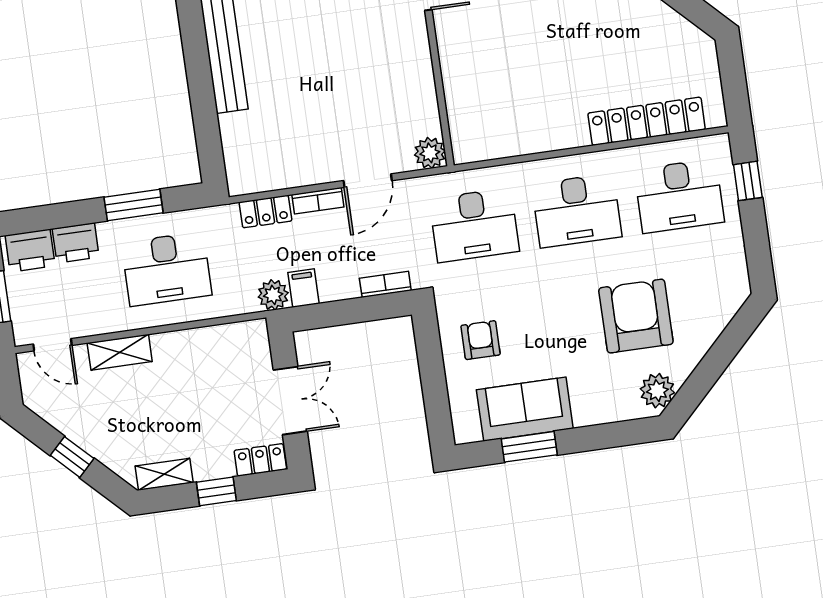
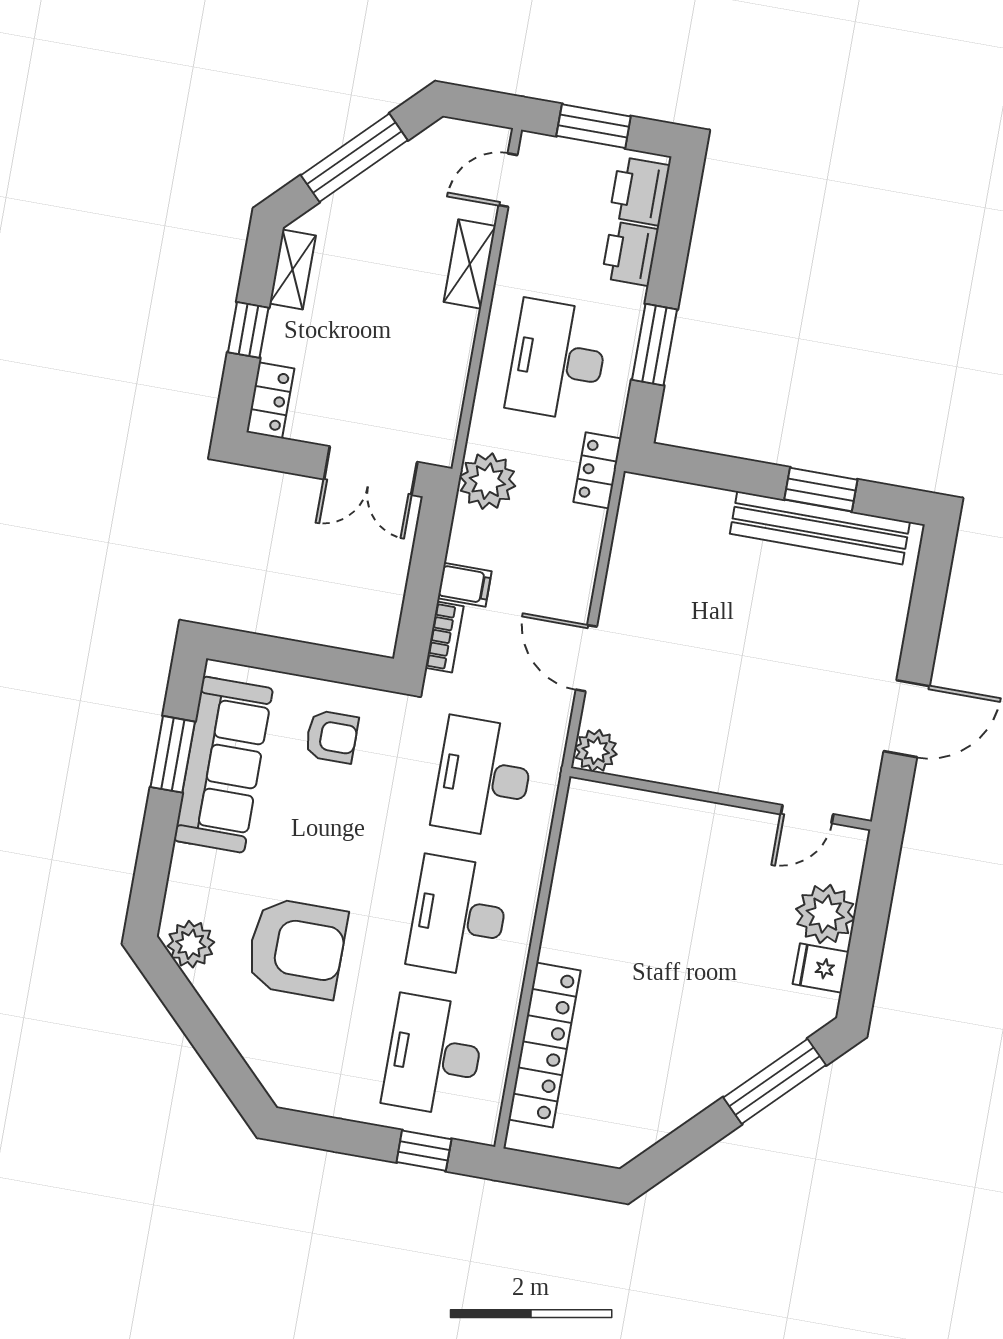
window: (196, 56) -> (821, 490), added
bookcase: (318, 201) -> (582, 585), removed
locker: (265, 211) -> (597, 470), moved
filing cabinet: (304, 288) -> (465, 585), moved
plant: (273, 295) -> (487, 481), width x1.36, depth x1.36
double door: (290, 401) -> (371, 471), moved
sofa: (525, 409) -> (223, 765), width x1.36
window: (72, 457) -> (354, 158), width x2.17

